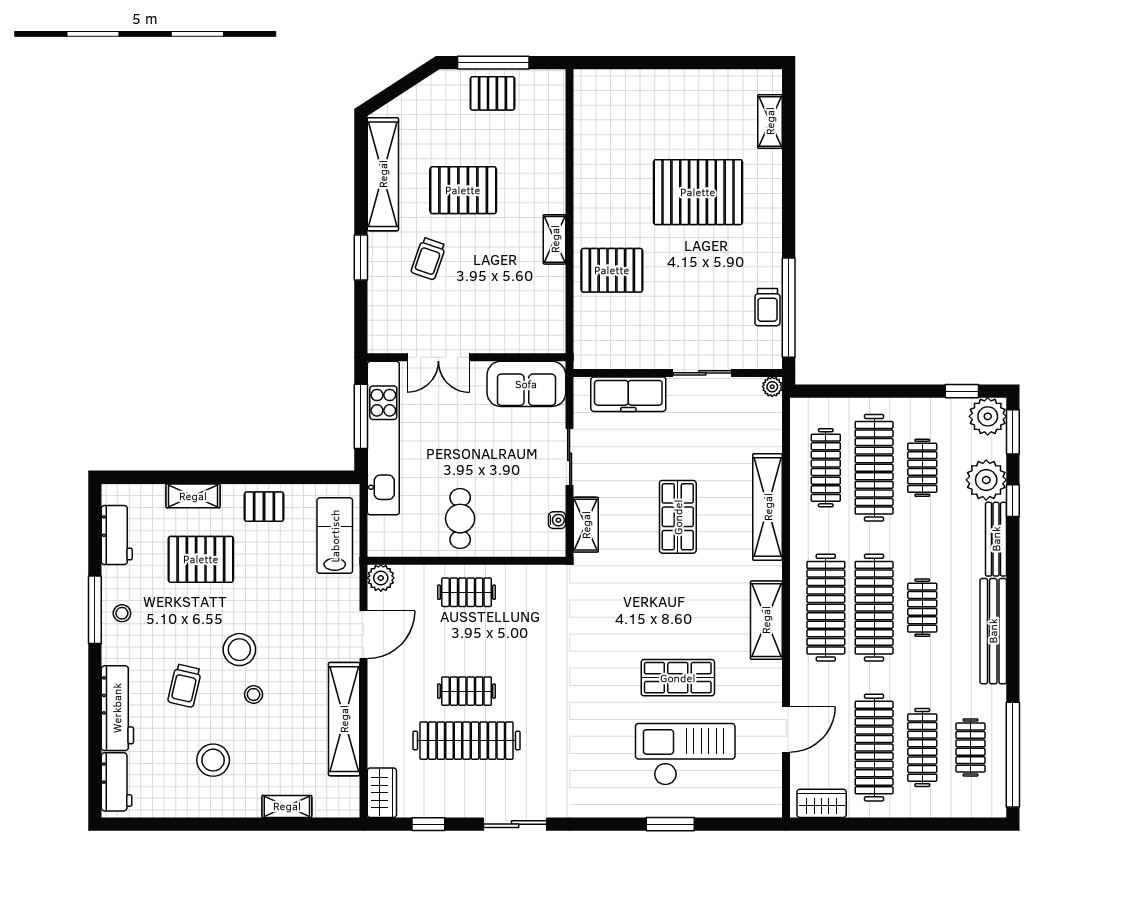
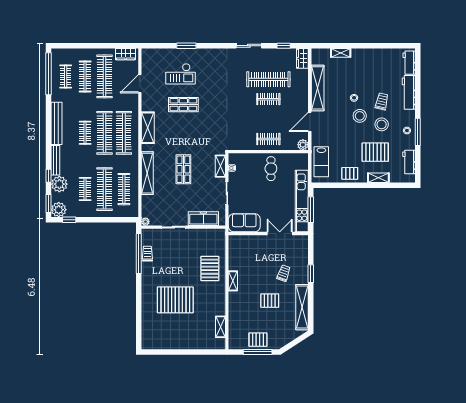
shelving: (770, 121) -> (220, 327), moved
pallet: (463, 190) -> (270, 301), width x0.67, depth x0.71
pallet: (612, 270) -> (210, 268), turned 90
checkout: (685, 754) -> (180, 74), width x0.73, depth x0.83
stool: (213, 760) -> (382, 124), moved

